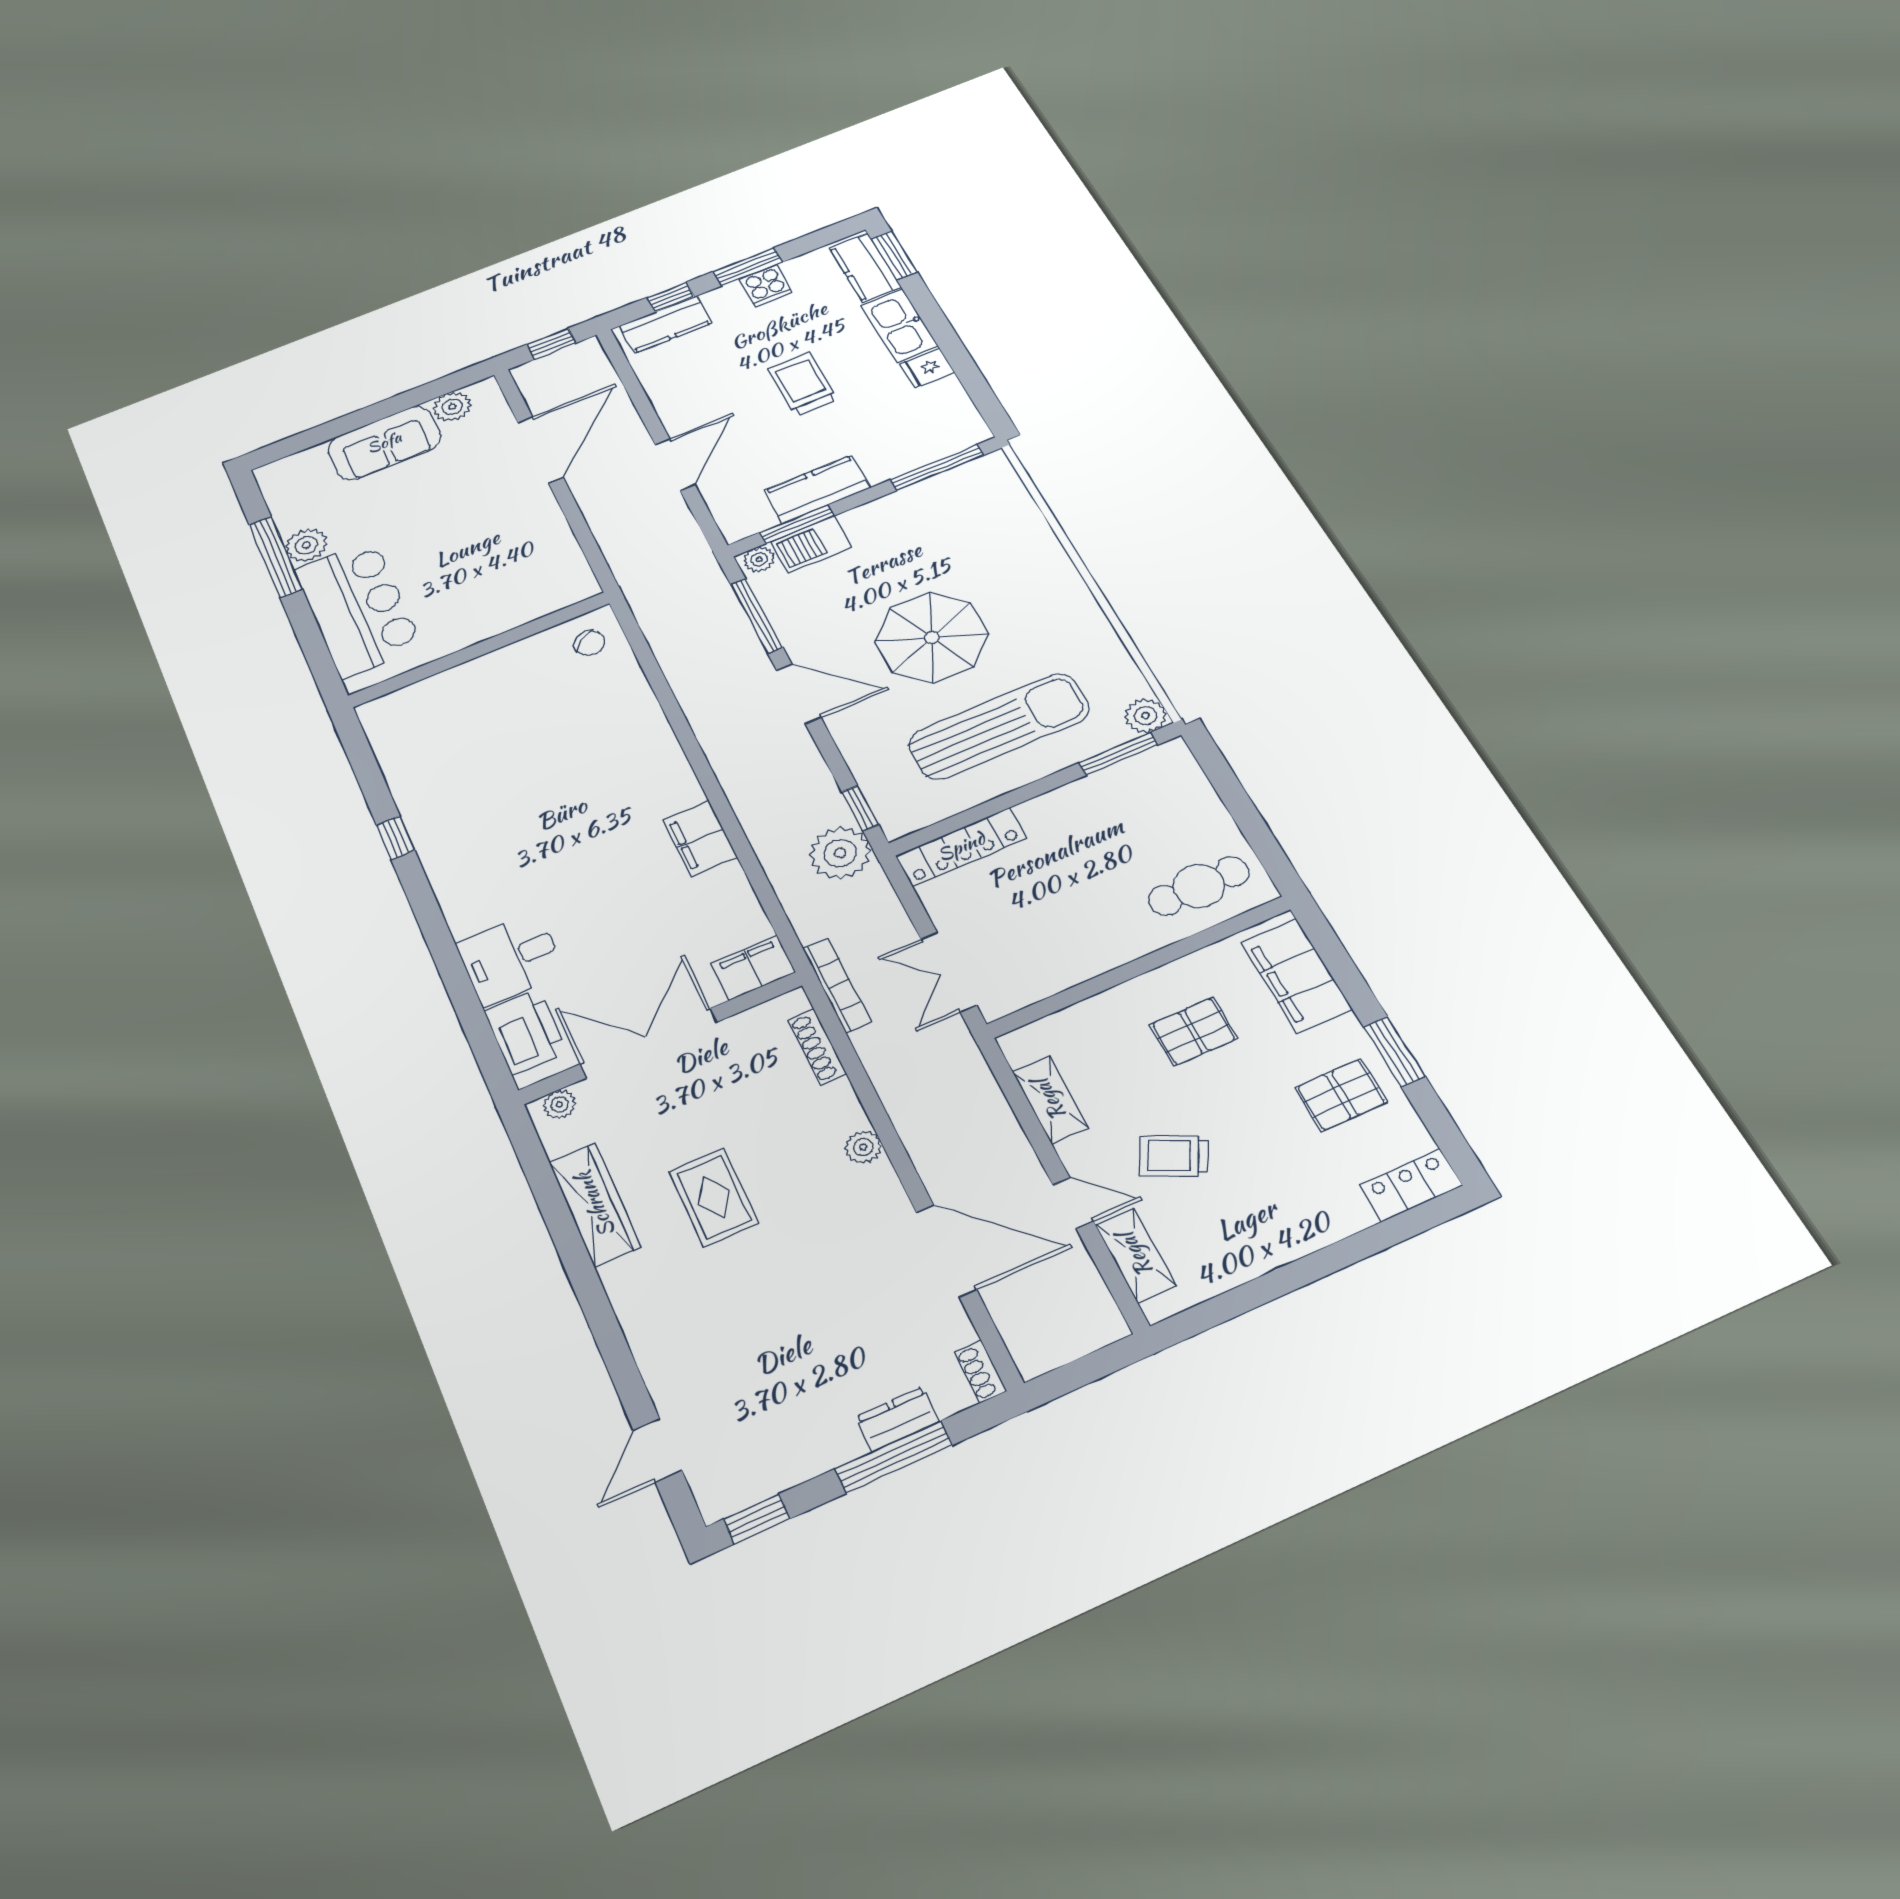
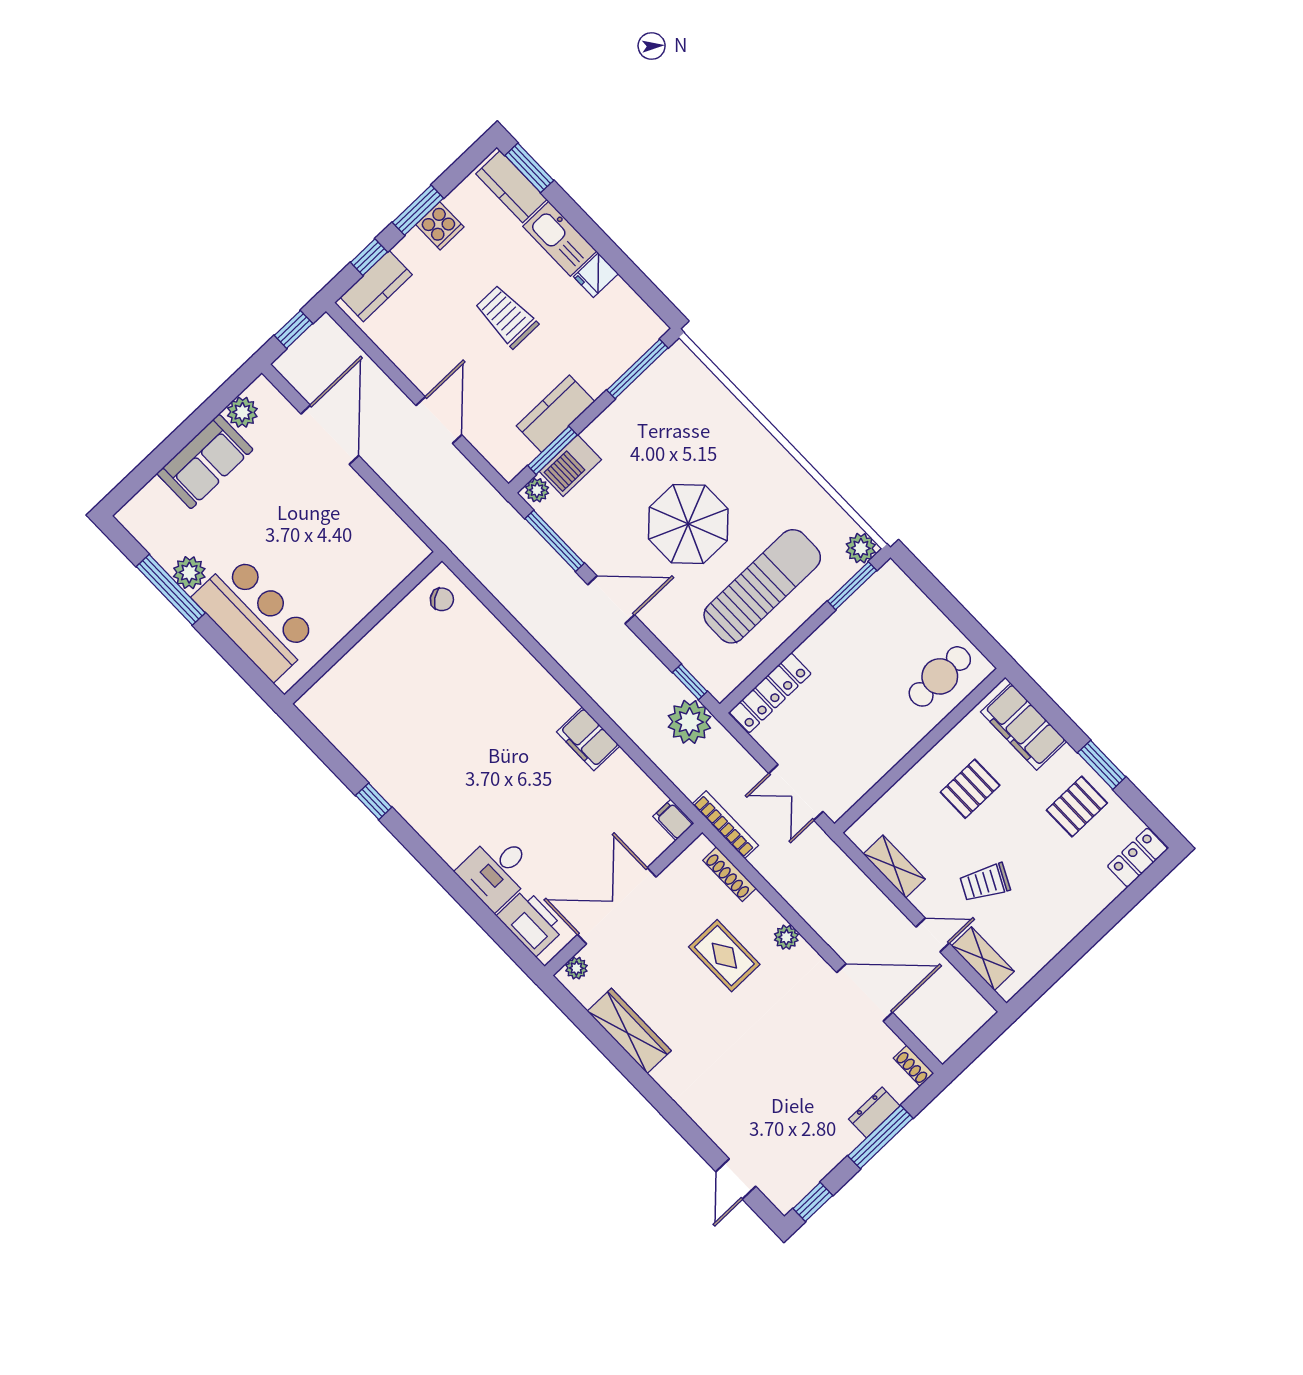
filing cabinet: (753, 968) -> (673, 820), width x0.50
rug: (714, 1197) -> (724, 956), moved

